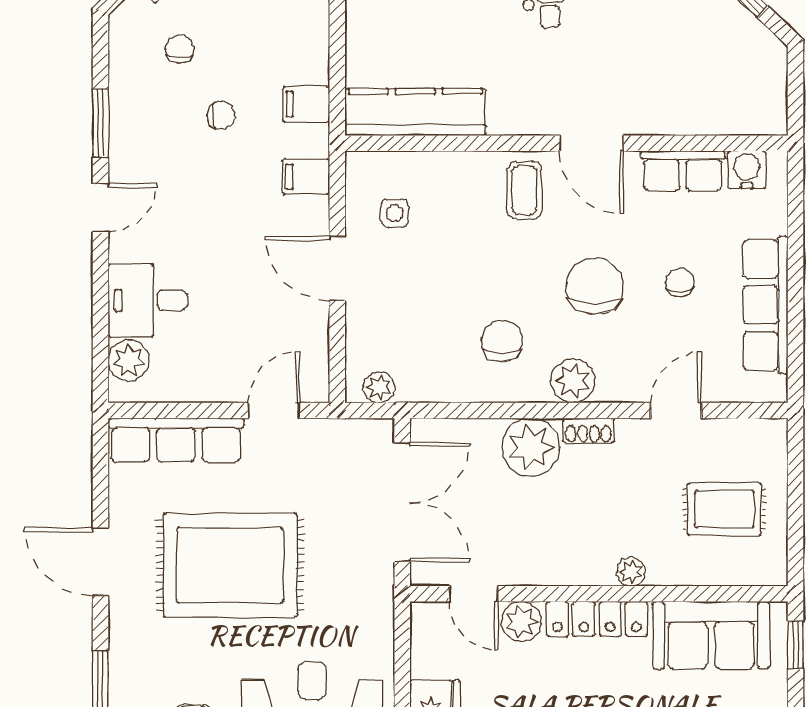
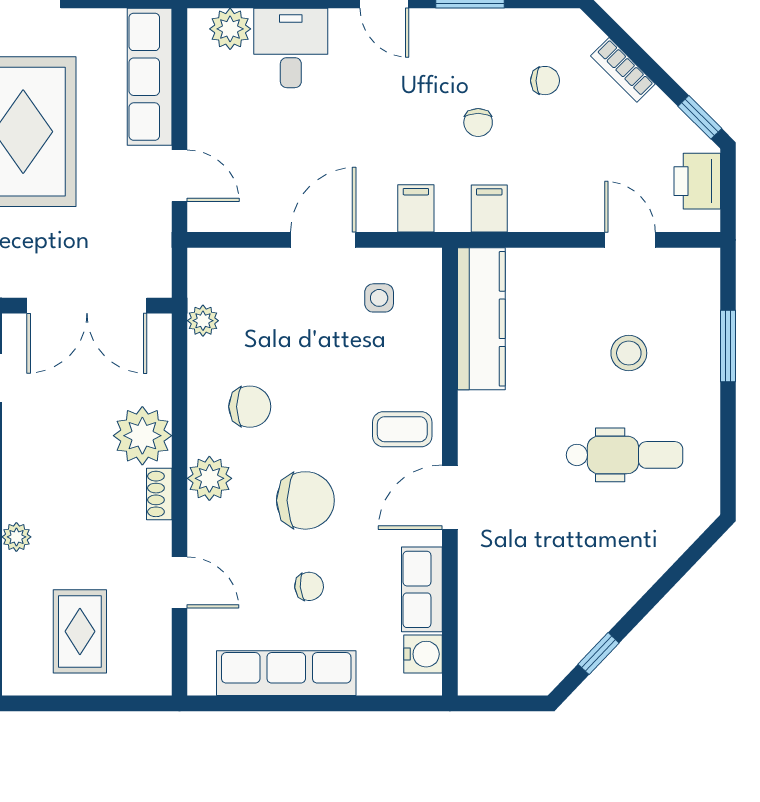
plant: (379, 387) -> (203, 321), moved

